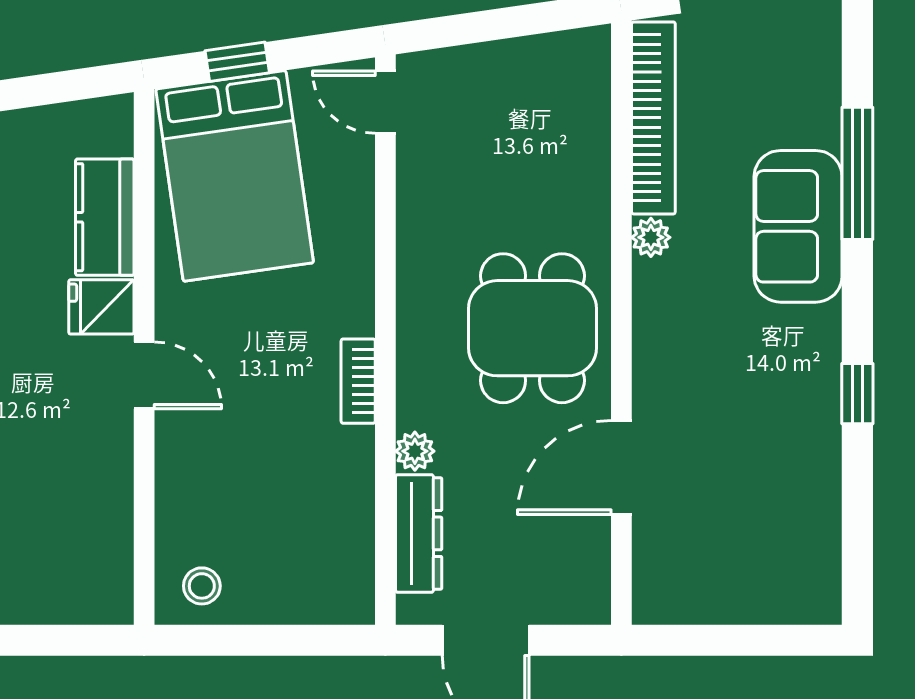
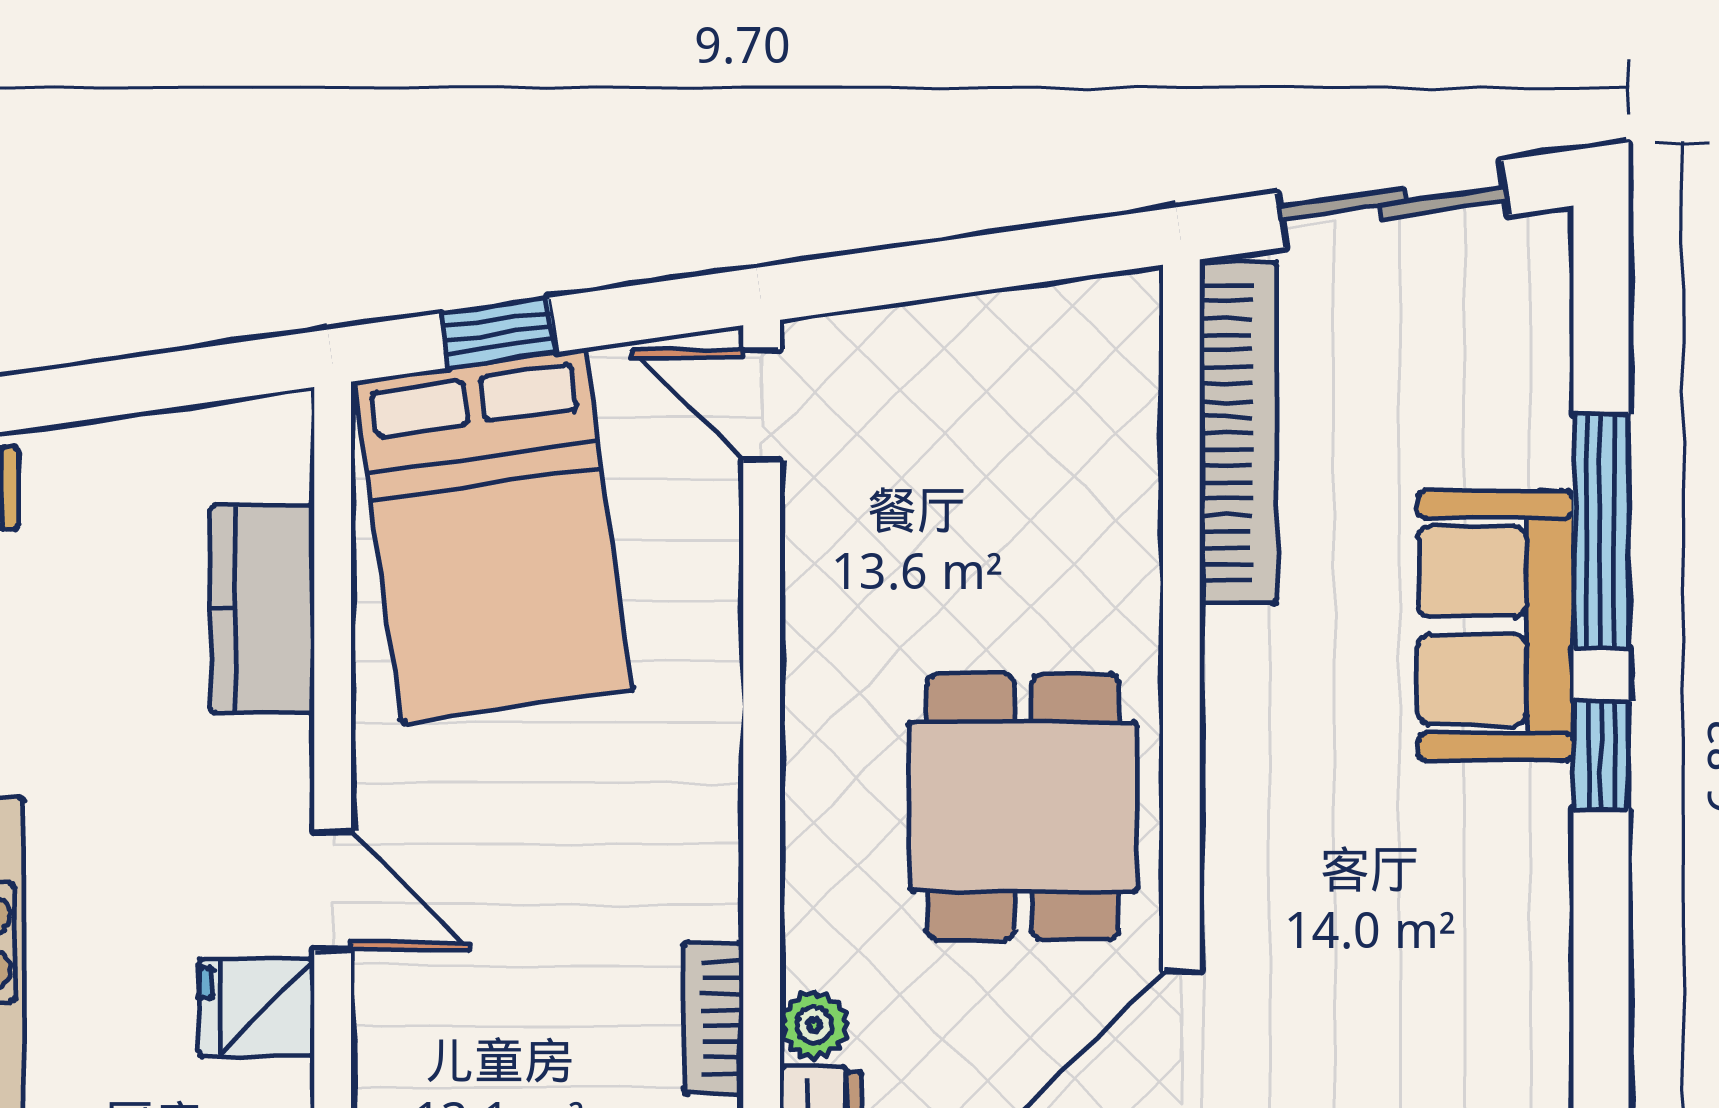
plant: (651, 237) -> (1234, 645), removed
fridge: (101, 307) -> (257, 1008), moved
bookcase: (358, 381) -> (713, 1018), moved
window: (857, 394) -> (1601, 755), moved

